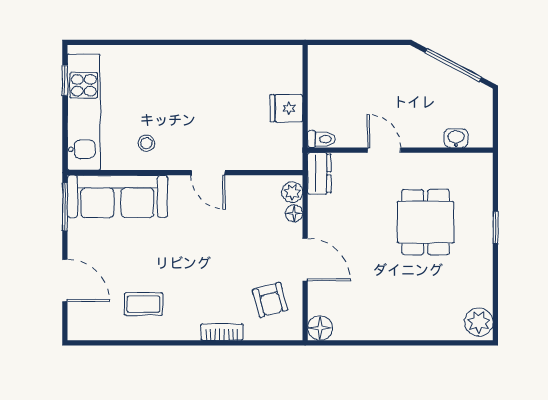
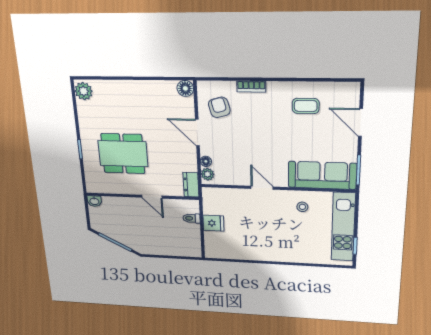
washbasin: (456, 138) -> (94, 201), moved
toilet: (322, 139) -> (191, 218), moved
dining table: (426, 222) -> (123, 154), width x1.37

